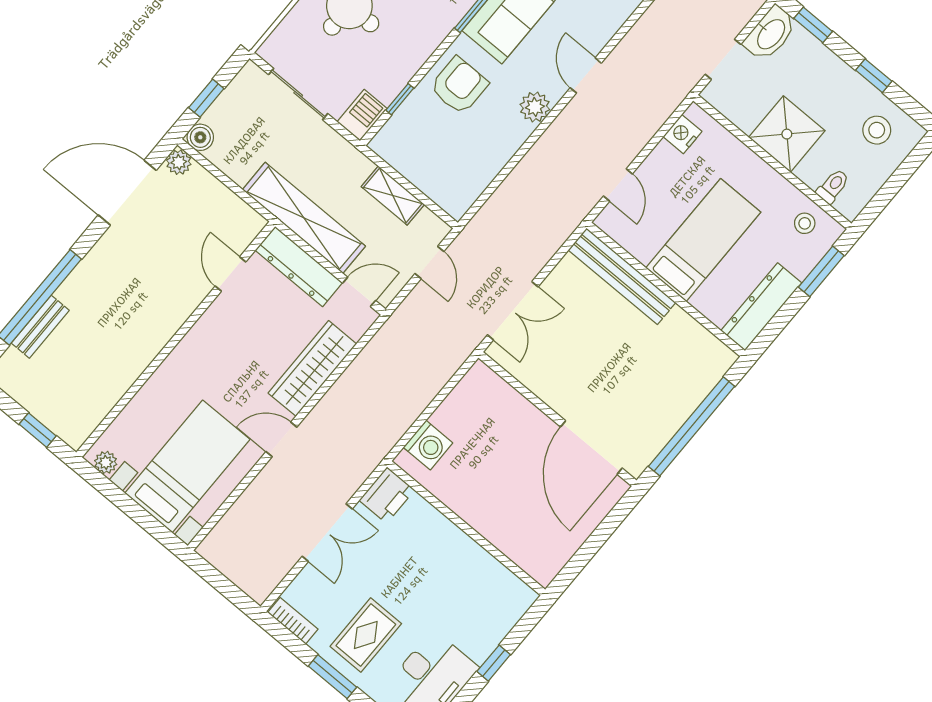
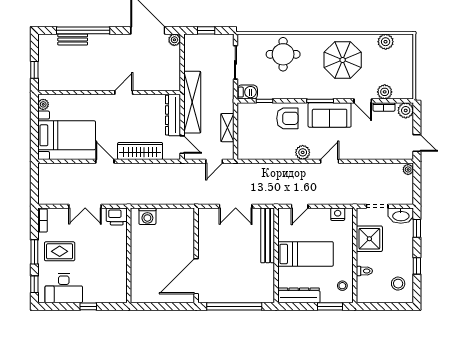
shower: (787, 134) -> (369, 239), moved
boiler: (200, 137) -> (190, 40), removed
toilet: (833, 186) -> (364, 271), moved
door: (230, 274) -> (124, 93), moved
double door: (513, 311) -> (236, 206), moved

